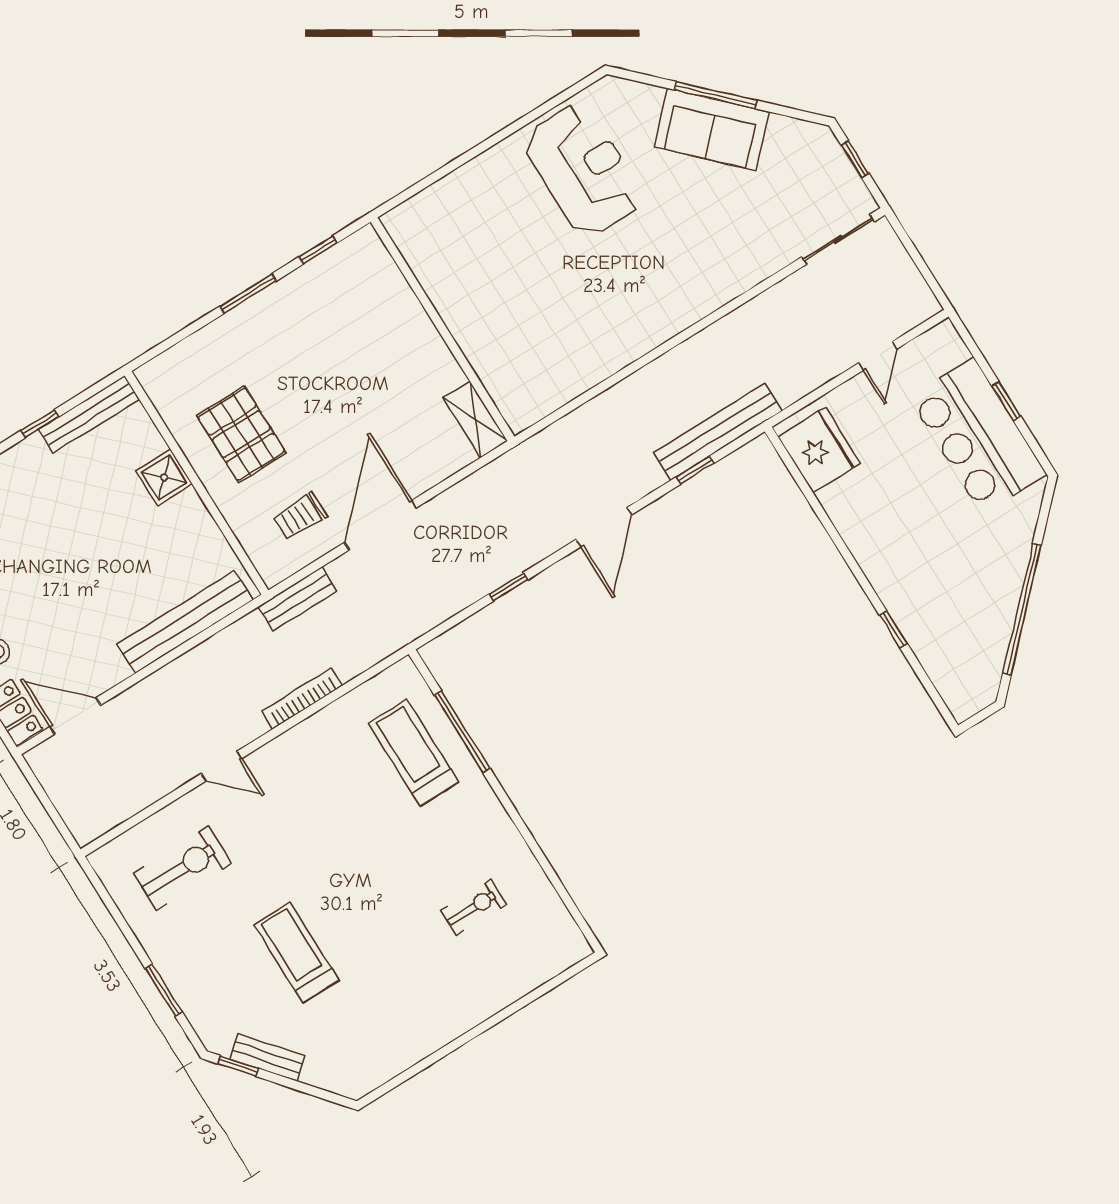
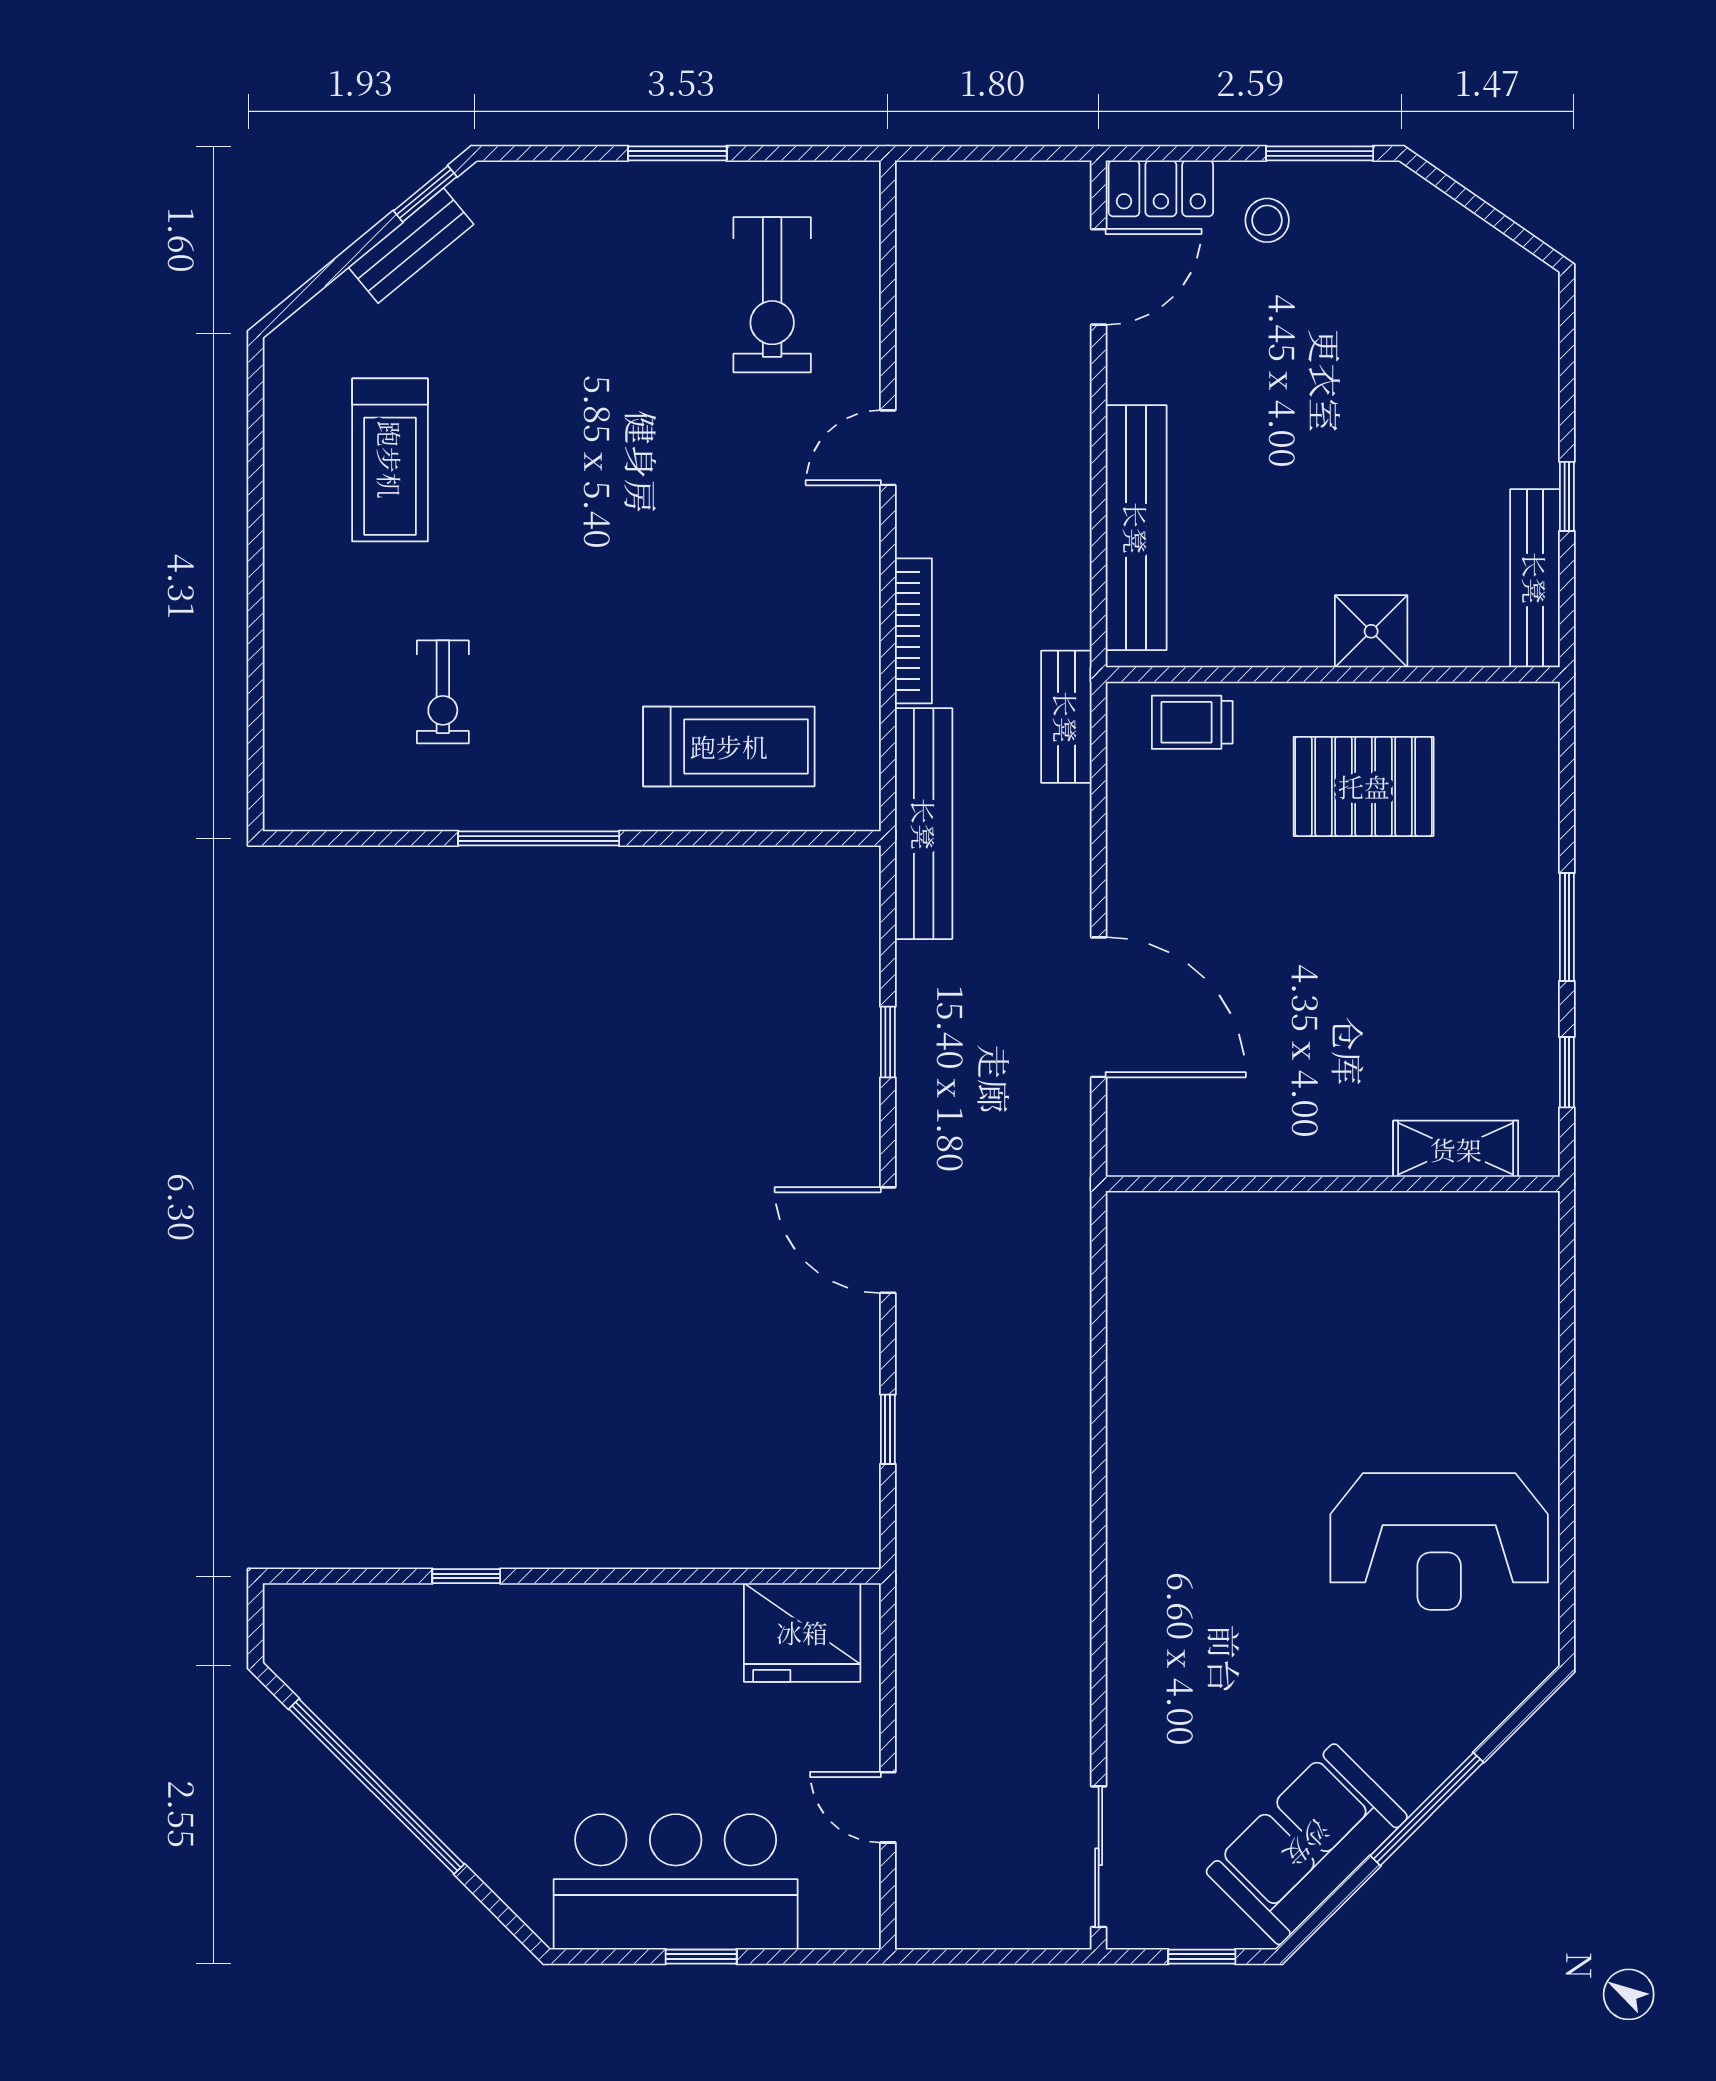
sofa: (712, 129) -> (1307, 1844), moved
shelving: (475, 419) -> (1456, 1149), moved
bench: (718, 432) -> (924, 824), moved
trolley: (300, 516) -> (1192, 722), moved, turned -90
door: (380, 525) -> (1099, 1007), moved
window: (462, 732) -> (539, 838), moved
treadmill: (296, 953) -> (390, 460), moved, turned 90
window: (164, 990) -> (677, 153), moved

